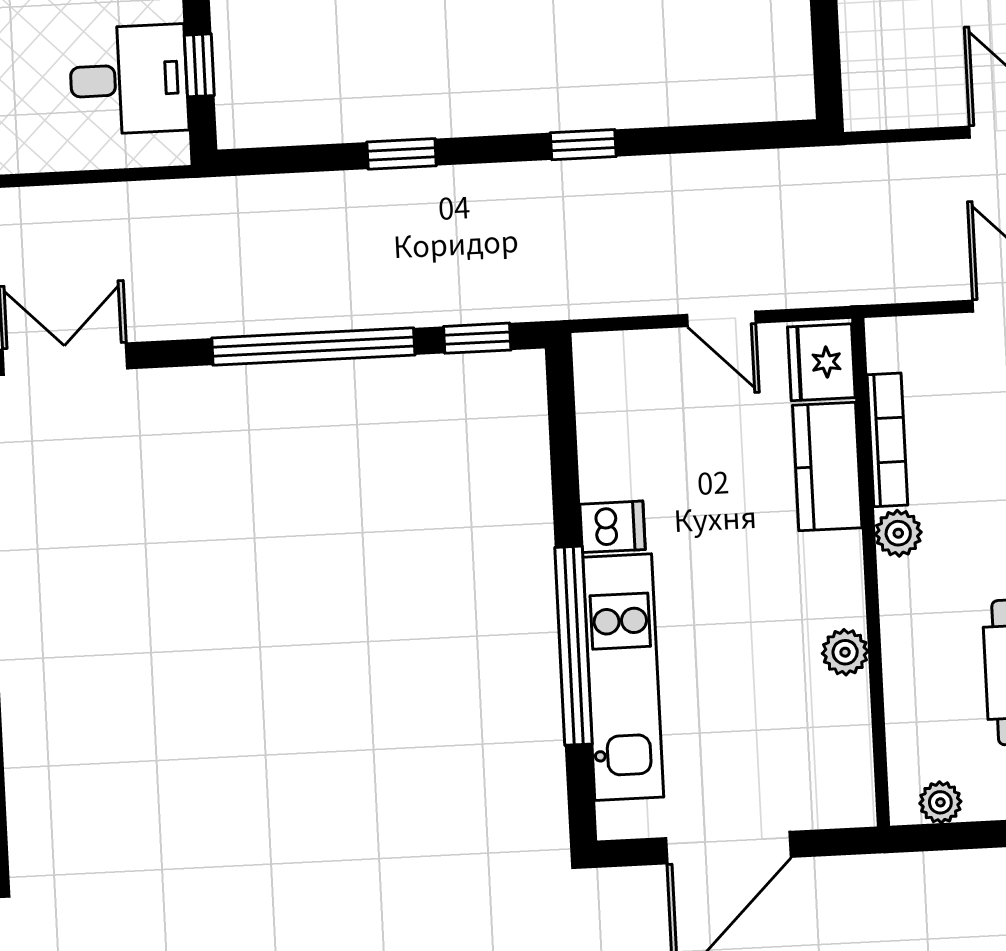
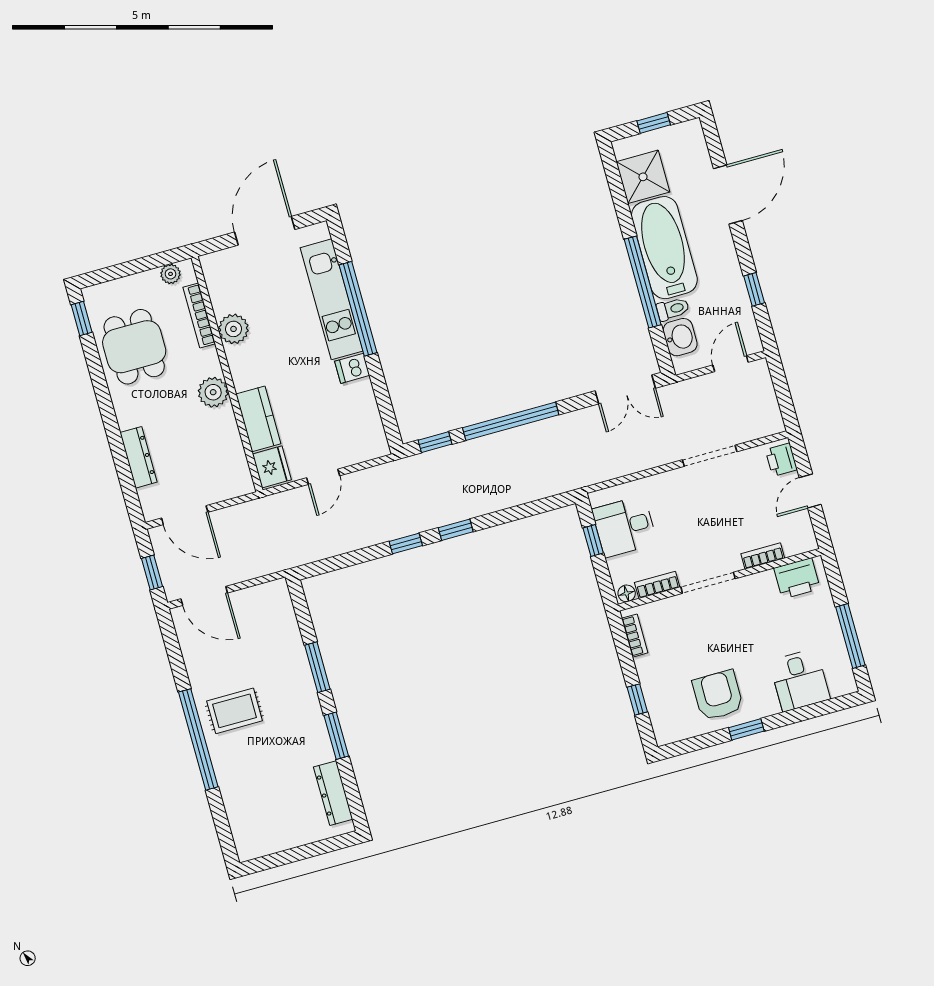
window: (402, 154) -> (456, 530), moved
door: (721, 319) -> (323, 477), swing flipped
bookcase: (887, 440) -> (199, 315), moved
plant: (898, 533) -> (213, 392), width x1.38, depth x1.38
plant: (845, 652) -> (233, 329), width x1.38, depth x1.38

